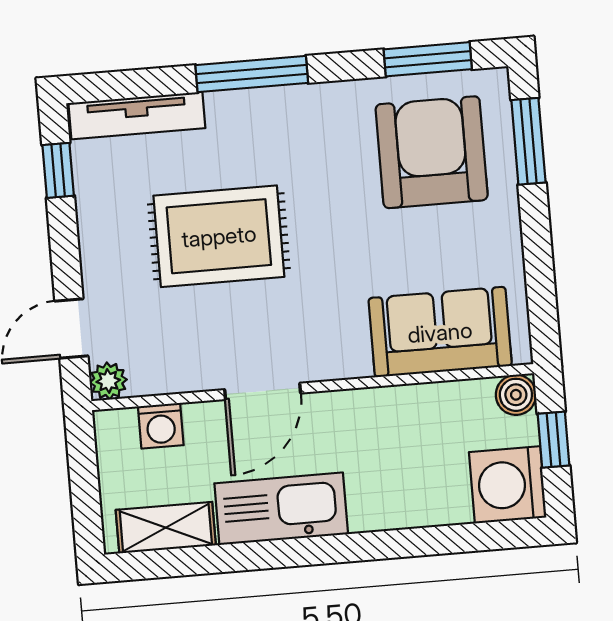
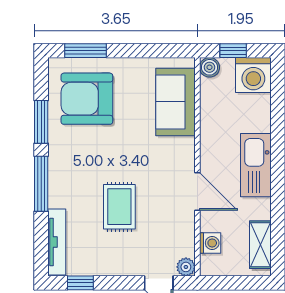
window: (428, 59) -> (41, 122), moved
rug: (219, 236) -> (119, 207), width x0.73, depth x0.70
kitchen sink: (281, 509) -> (256, 165), moved

